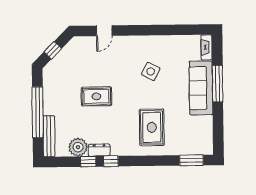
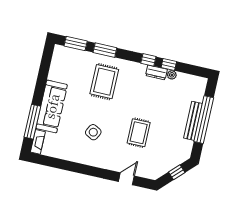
window: (218, 84) -> (32, 122), moved
rug: (96, 96) -> (139, 133), moved, turned 90
bench: (49, 136) -> (193, 121), moved
plant: (78, 147) -> (172, 75), width x0.53, depth x0.53
window: (159, 161) -> (105, 50), added

